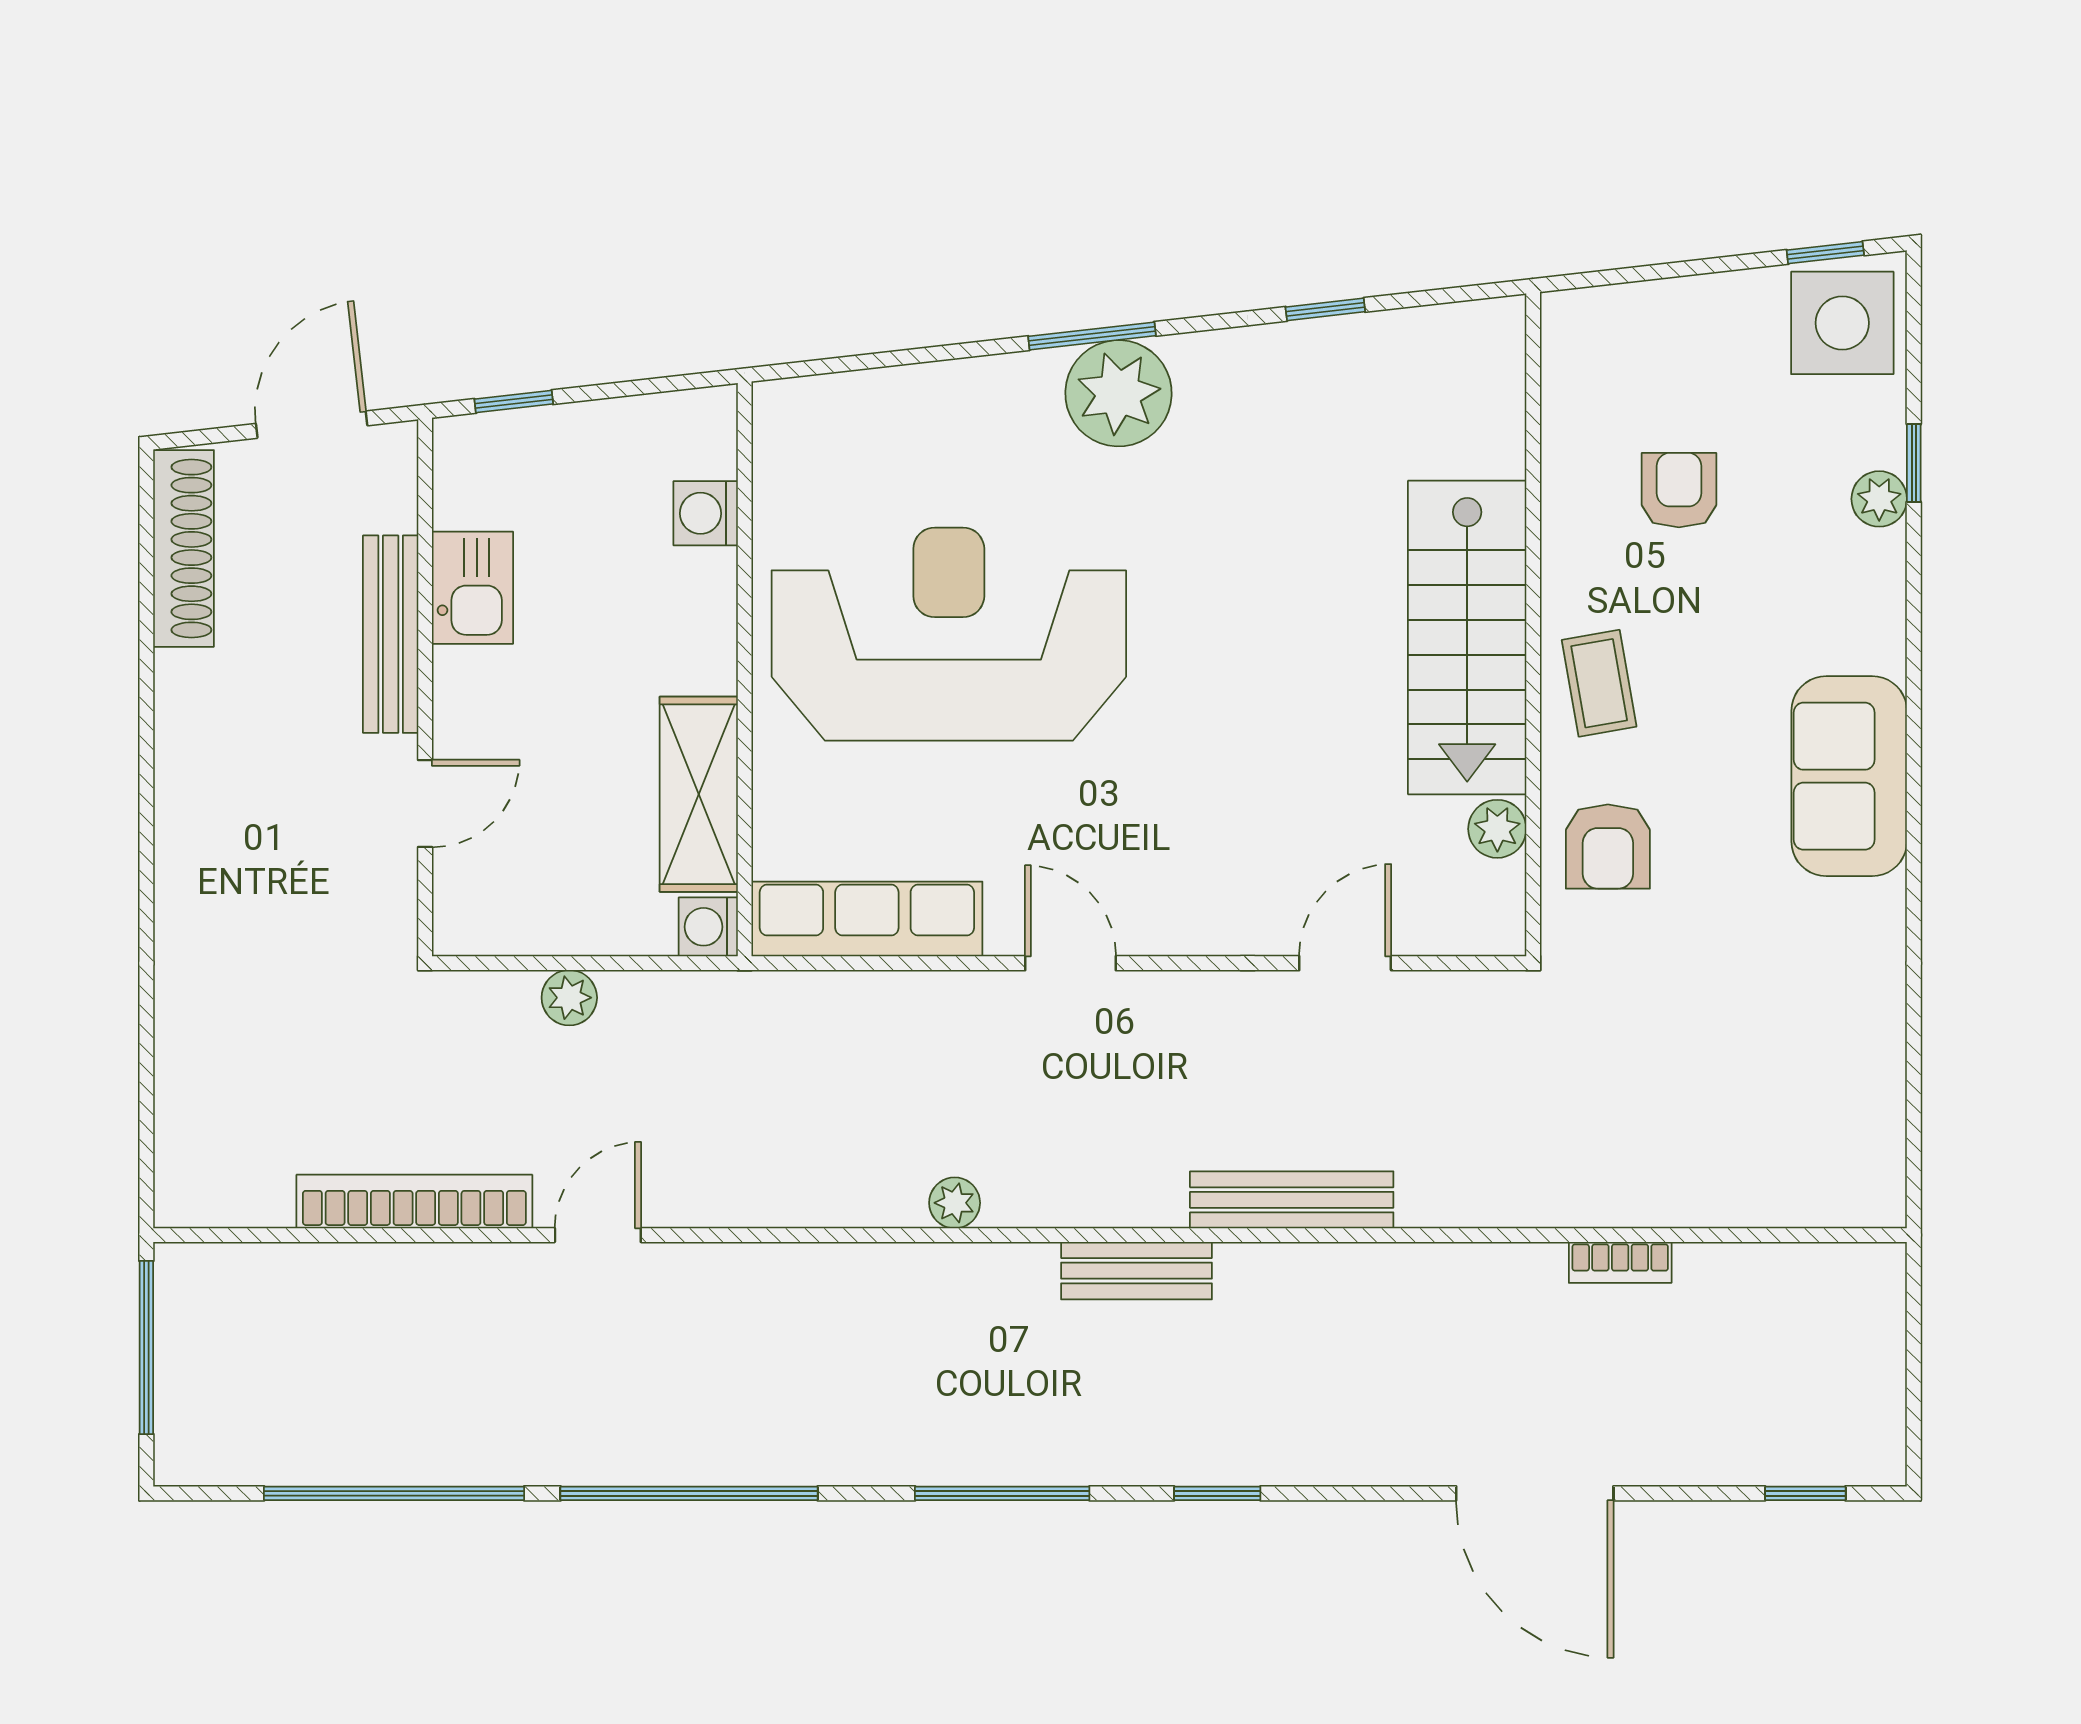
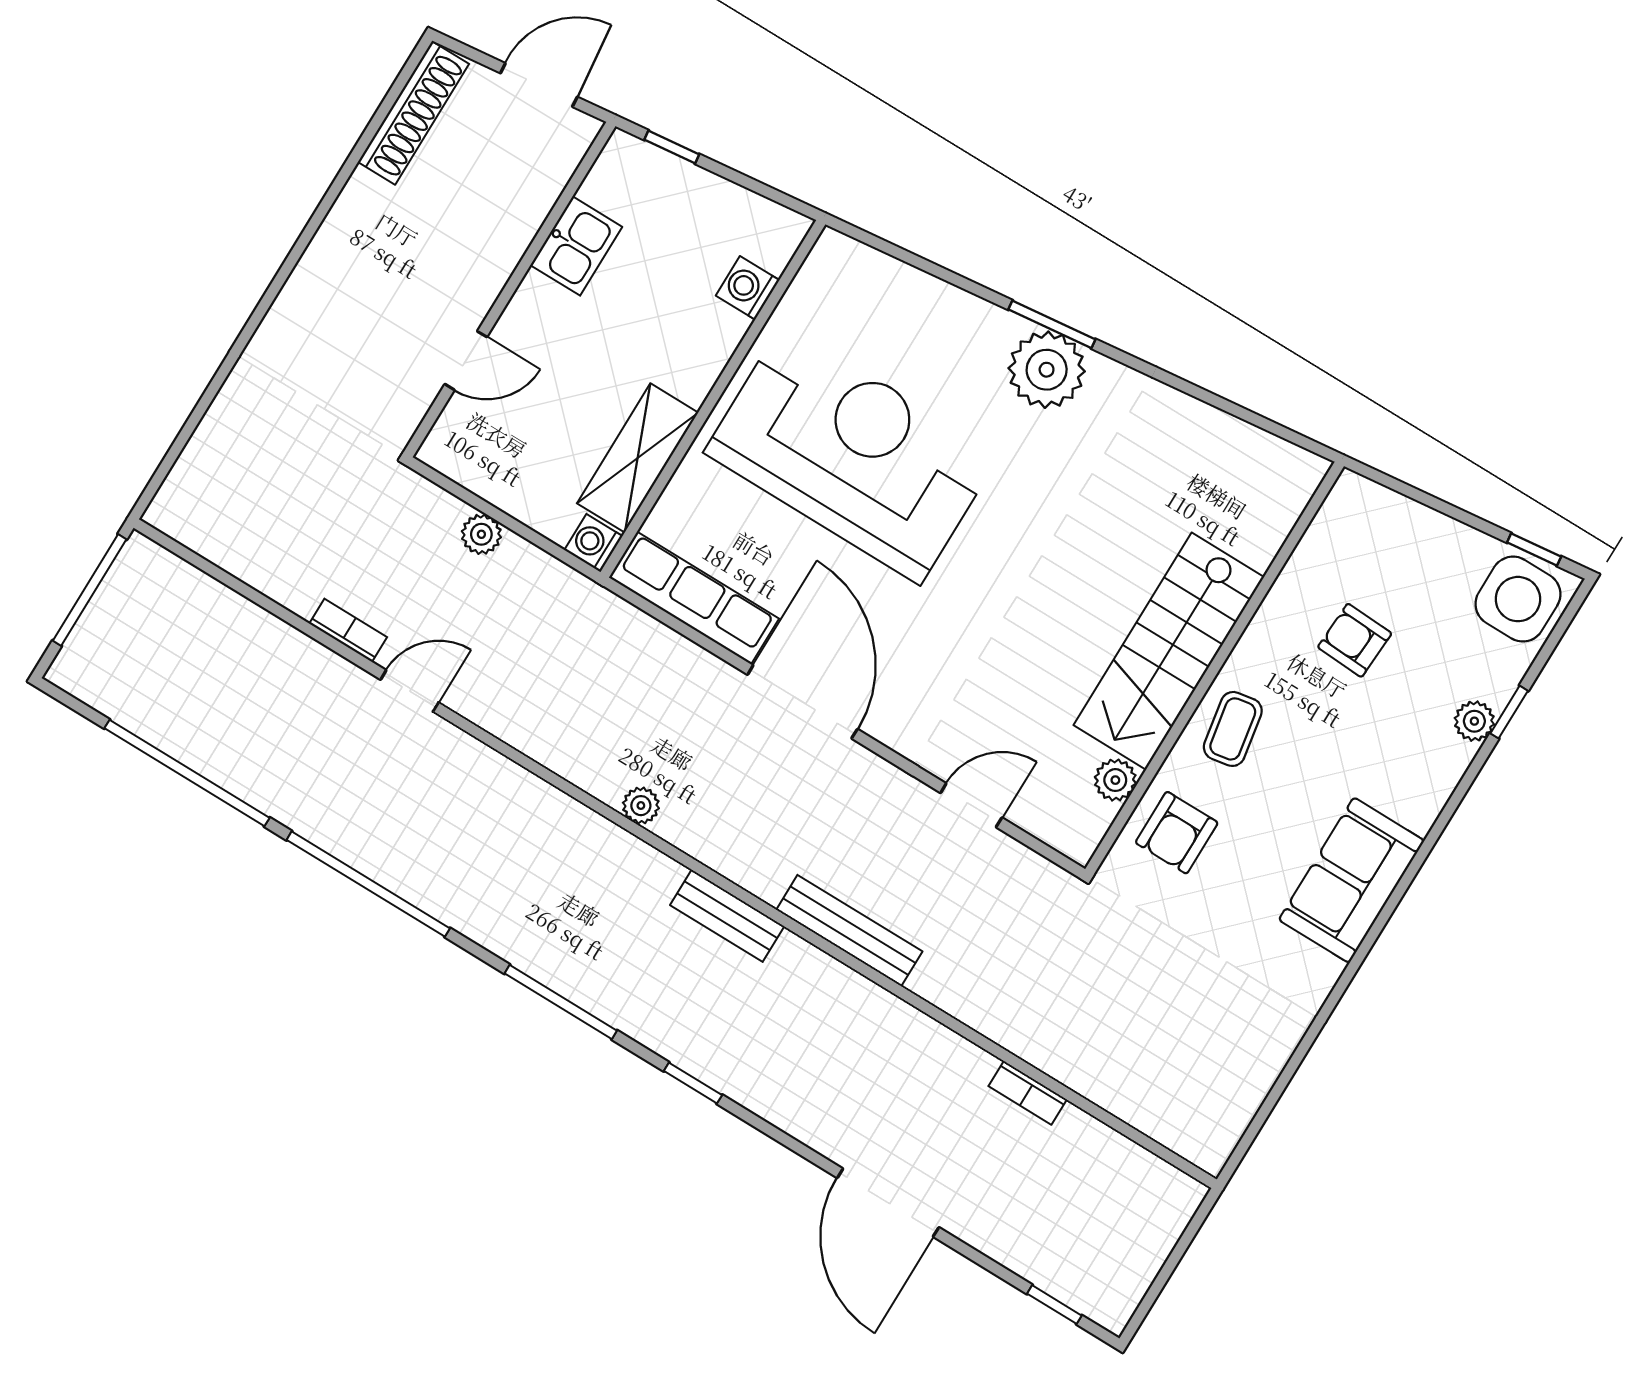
window: (1325, 309) -> (1205, 396), removed
armchair: (1679, 490) -> (1355, 640), turned -87
bench: (391, 634) -> (508, 244), removed
door: (1070, 963) -> (802, 702), width x1.87
bookcase: (414, 1201) -> (348, 630), width x0.43, depth x0.76

